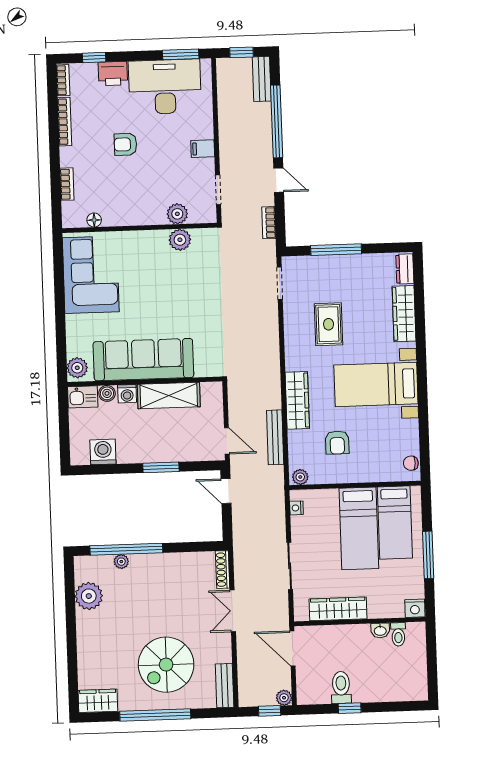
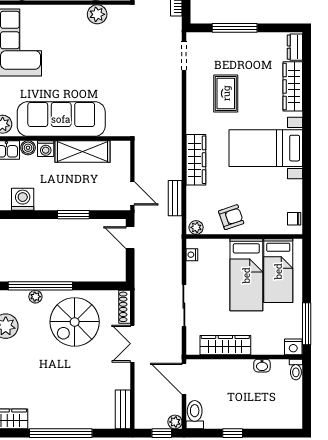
bench: (275, 437) -> (175, 198), width x0.73
armchair: (337, 443) -> (231, 217), moved, turned -109
window: (428, 555) -> (307, 324), moved
toilet: (398, 634) -> (296, 369), moved
spiral stairs: (166, 665) -> (75, 322), moved
toilet: (341, 688) -> (195, 415), moved

